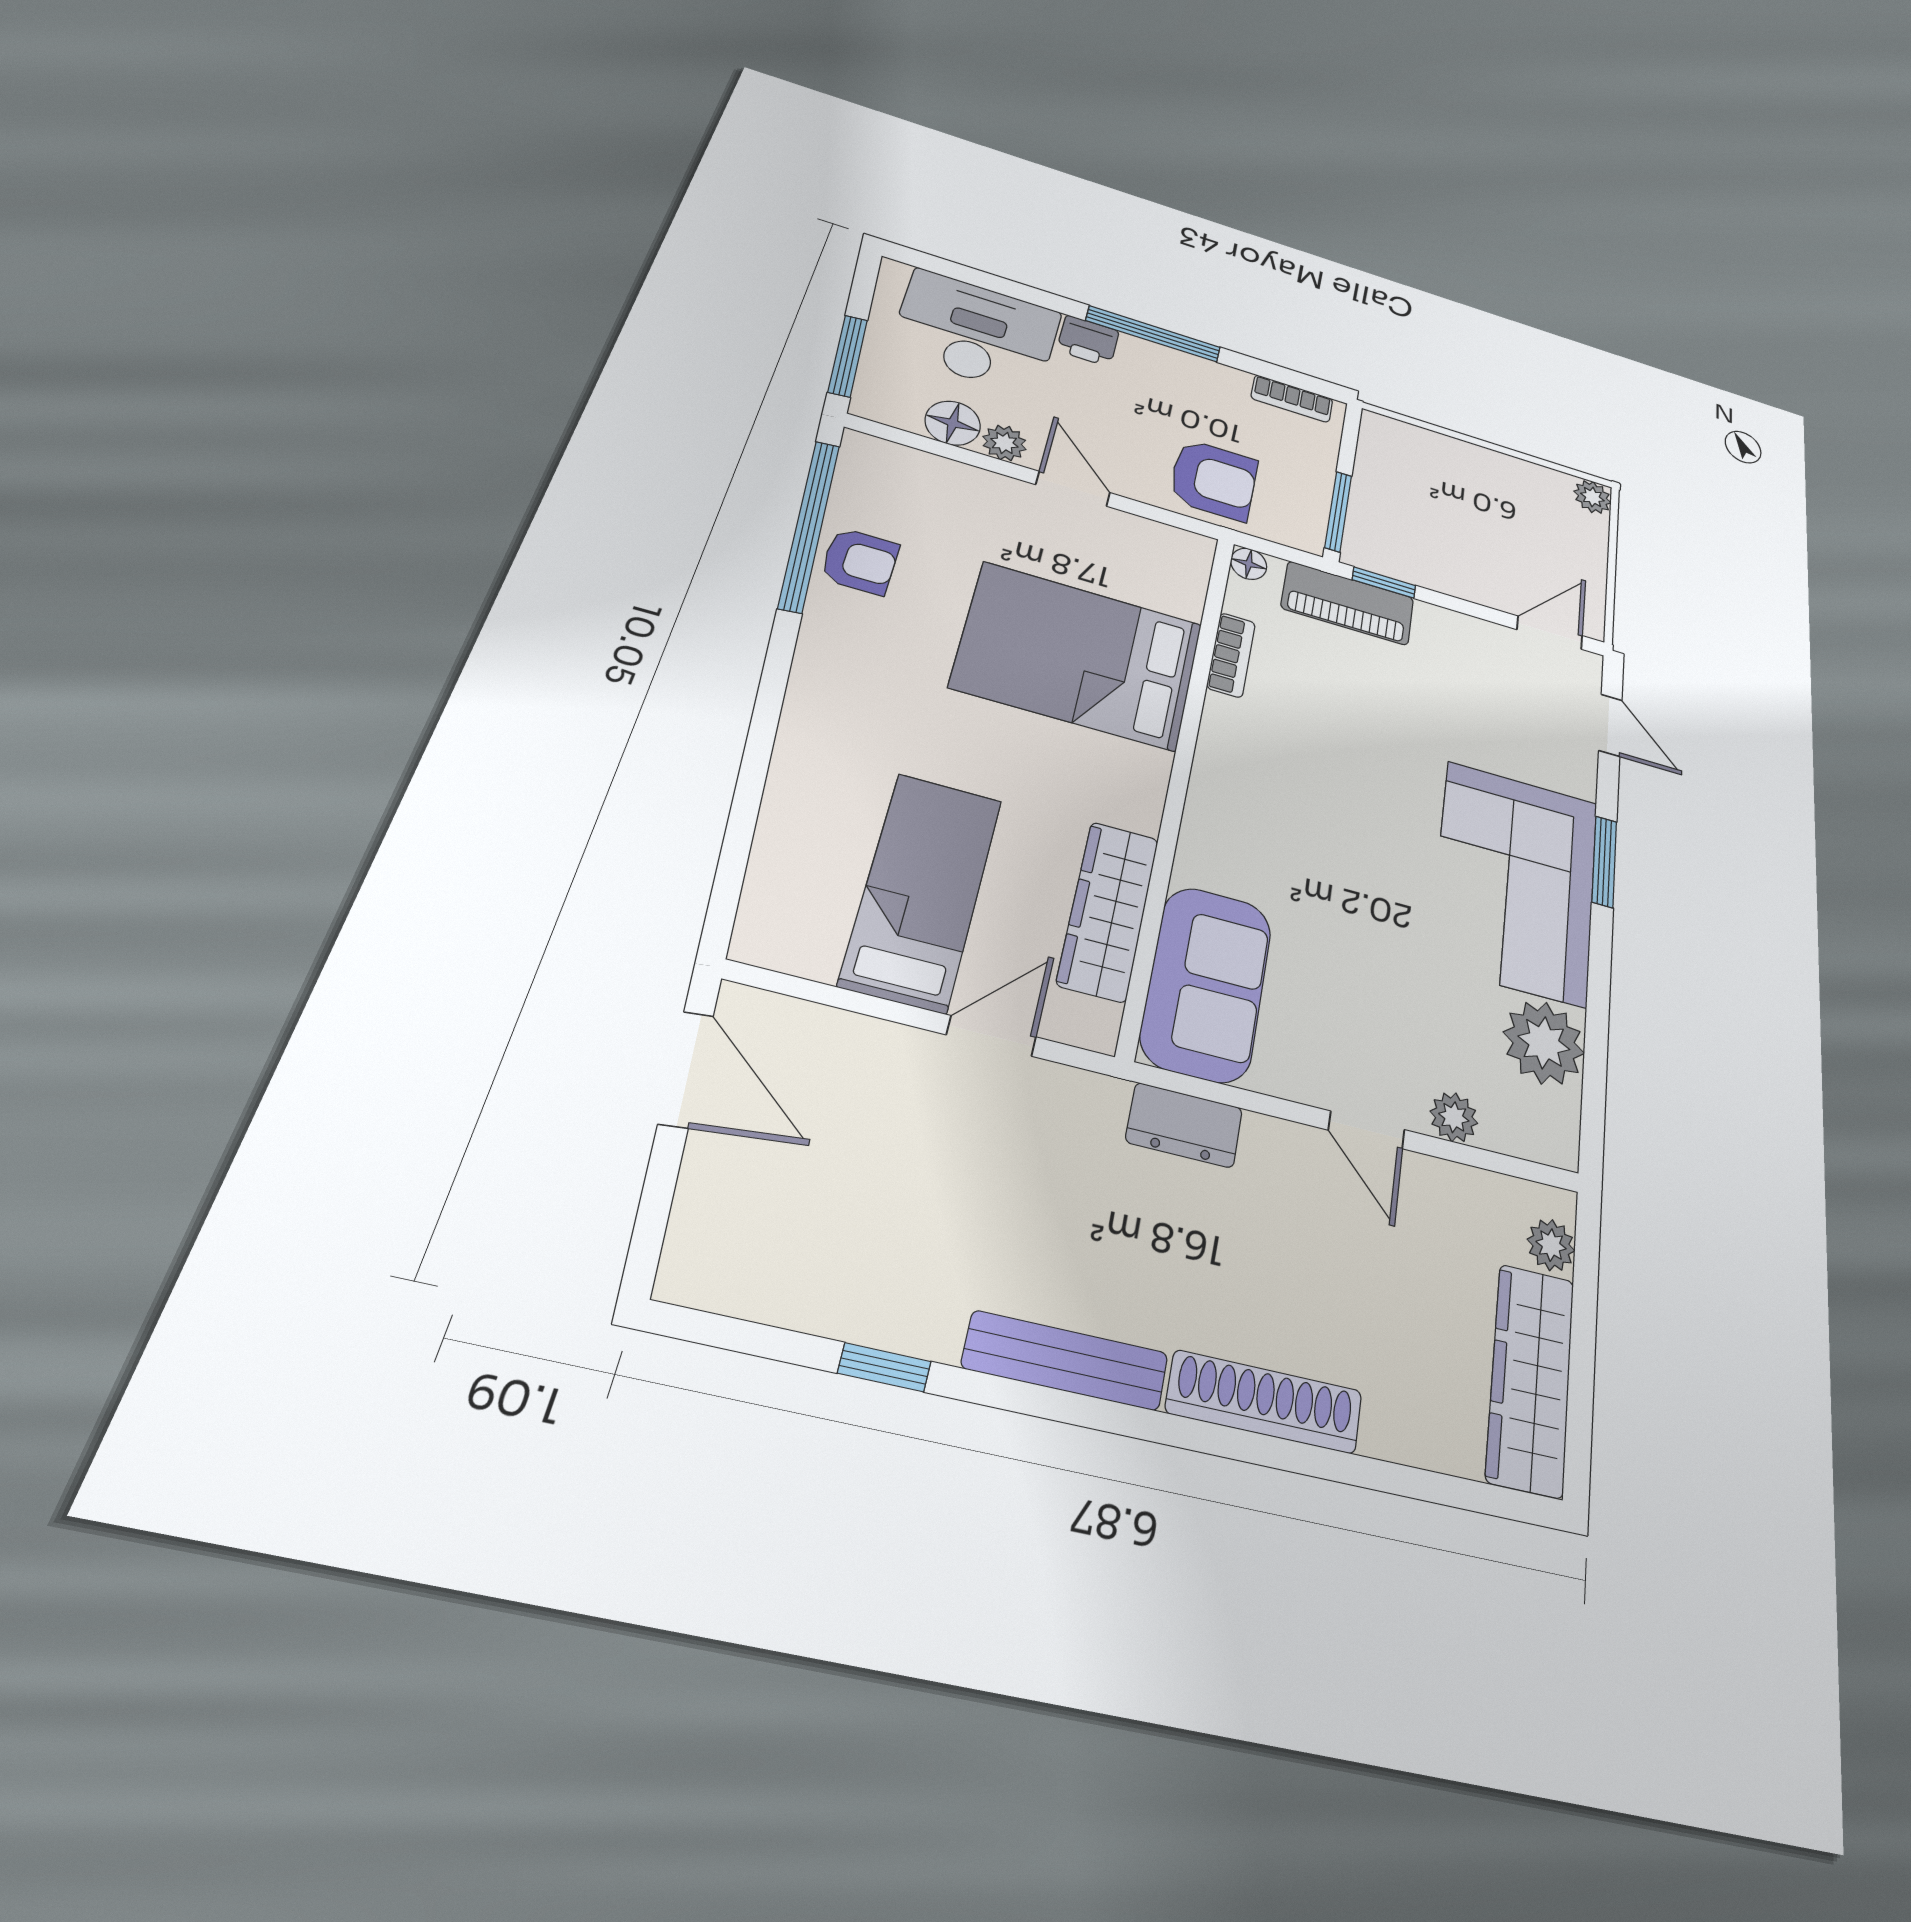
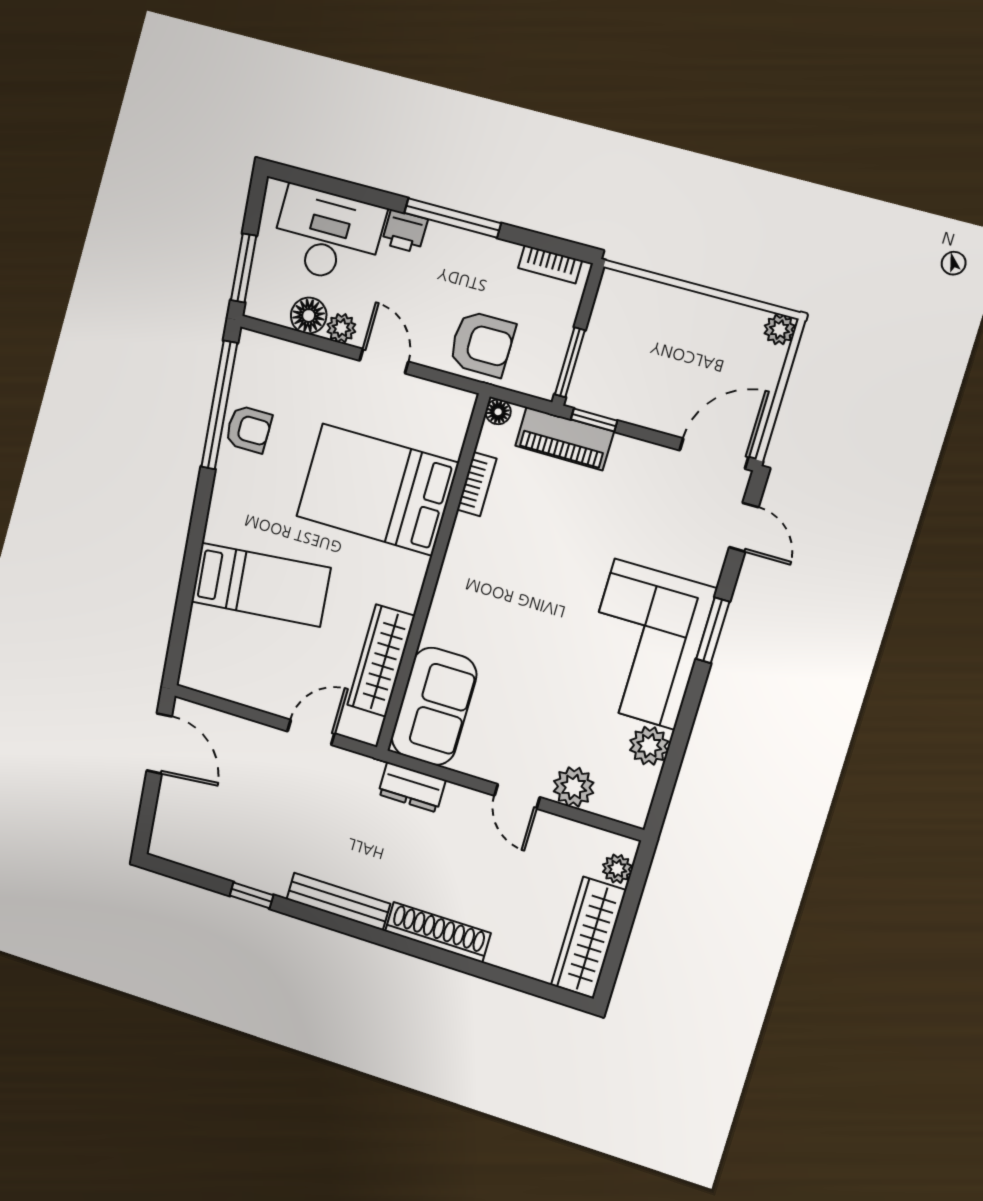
door: (1550, 633) -> (714, 454), width x1.38
bed: (922, 891) -> (261, 585), moved, turned 84
plant: (1544, 1043) -> (649, 746), width x0.73, depth x0.73
plant: (1454, 1117) -> (574, 787), width x1.38, depth x1.38

